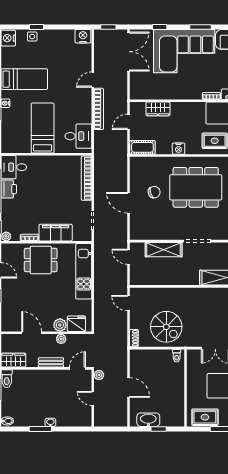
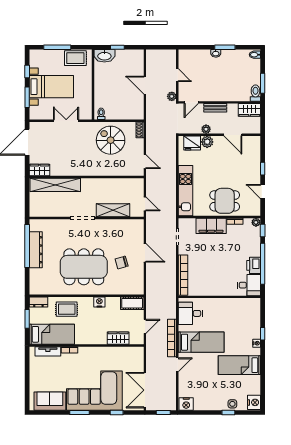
bed: (43, 128) -> (201, 342), moved, turned -90
washbasin: (148, 420) -> (104, 56), moved

